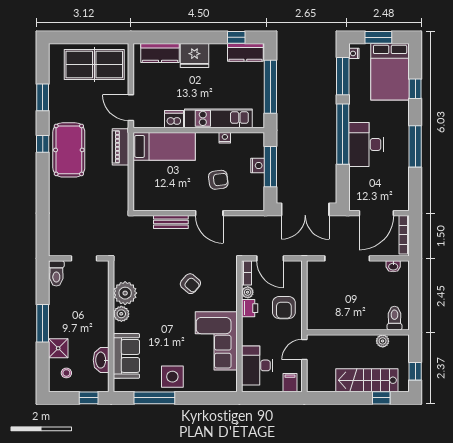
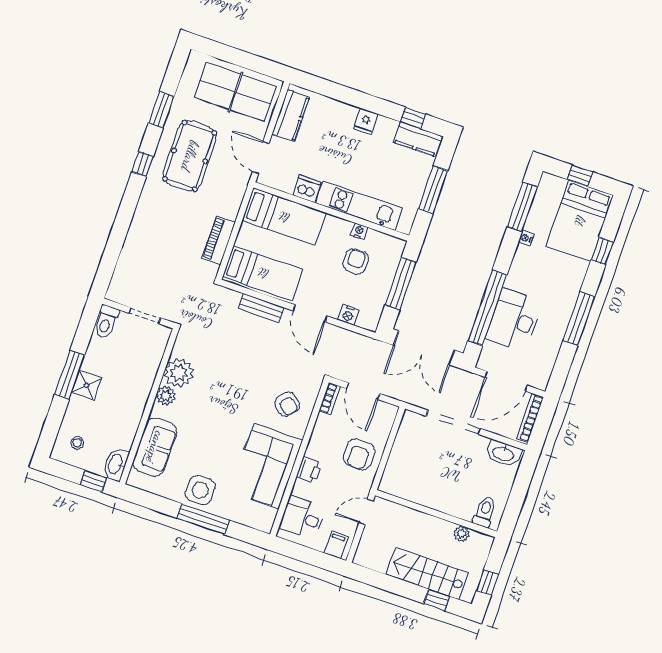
window: (378, 37) -> (580, 176), width x0.67
kitchen counter: (160, 53) -> (291, 116), moved, turned -90
nightstand: (354, 53) -> (526, 238), moved
fridge: (194, 56) -> (366, 121), width x0.53, depth x0.75
window: (270, 87) -> (433, 190), width x0.68
window: (343, 134) -> (487, 308), moved
desk: (366, 144) -> (514, 320), moved
piano: (120, 147) -> (218, 240), moved
pool table: (69, 150) -> (190, 156), moved
nightstand: (258, 166) -> (348, 315), moved, turned 90
armchair: (218, 180) -> (356, 261), moved, turned -83
bed: (163, 195) -> (263, 273), added
washbasin: (393, 266) -> (503, 453), width x1.91, depth x1.45
armchair: (190, 284) -> (287, 404), moved
plant: (248, 292) -> (323, 422), removed
printer: (250, 308) -> (309, 470), moved
shower: (58, 348) -> (86, 385), moved
washbasin: (101, 360) -> (116, 464), moved
desk: (257, 365) -> (302, 518), width x0.73
window: (154, 398) -> (203, 519), moved

